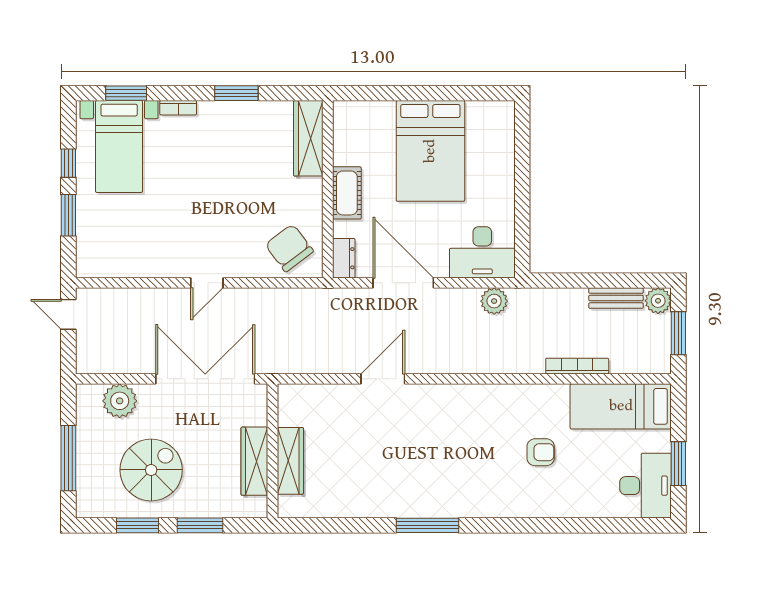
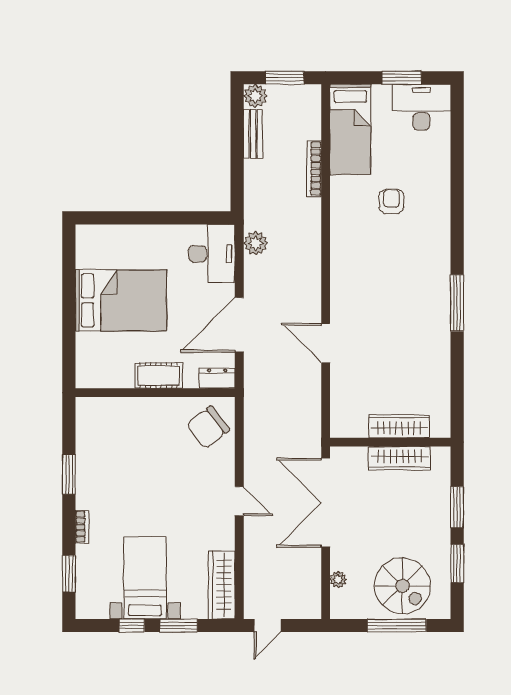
wardrobe: (308, 138) -> (222, 585), moved, turned 90
bed with nightstands: (119, 146) -> (145, 578), moved, turned -90
plant: (120, 401) -> (338, 579), width x0.53, depth x0.53
spiral stairs: (151, 470) -> (402, 586), moved, turned 180

